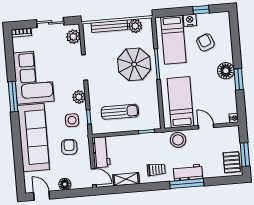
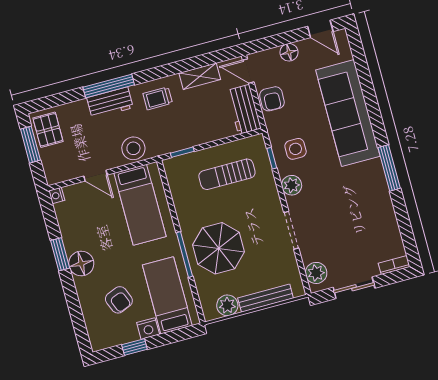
corner sofa: (34, 77) -> (364, 202), removed
armchair: (69, 147) -> (272, 99), moved

